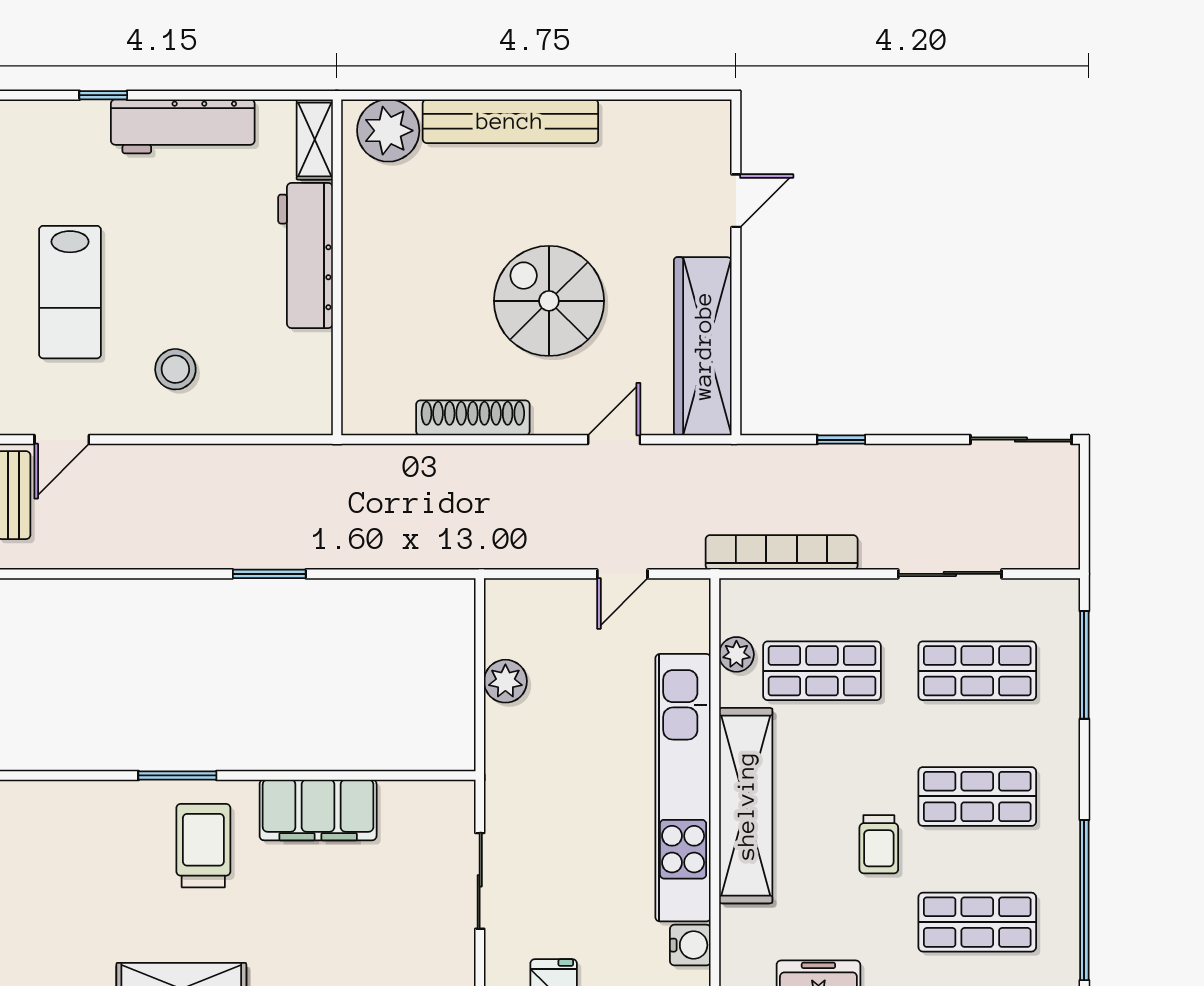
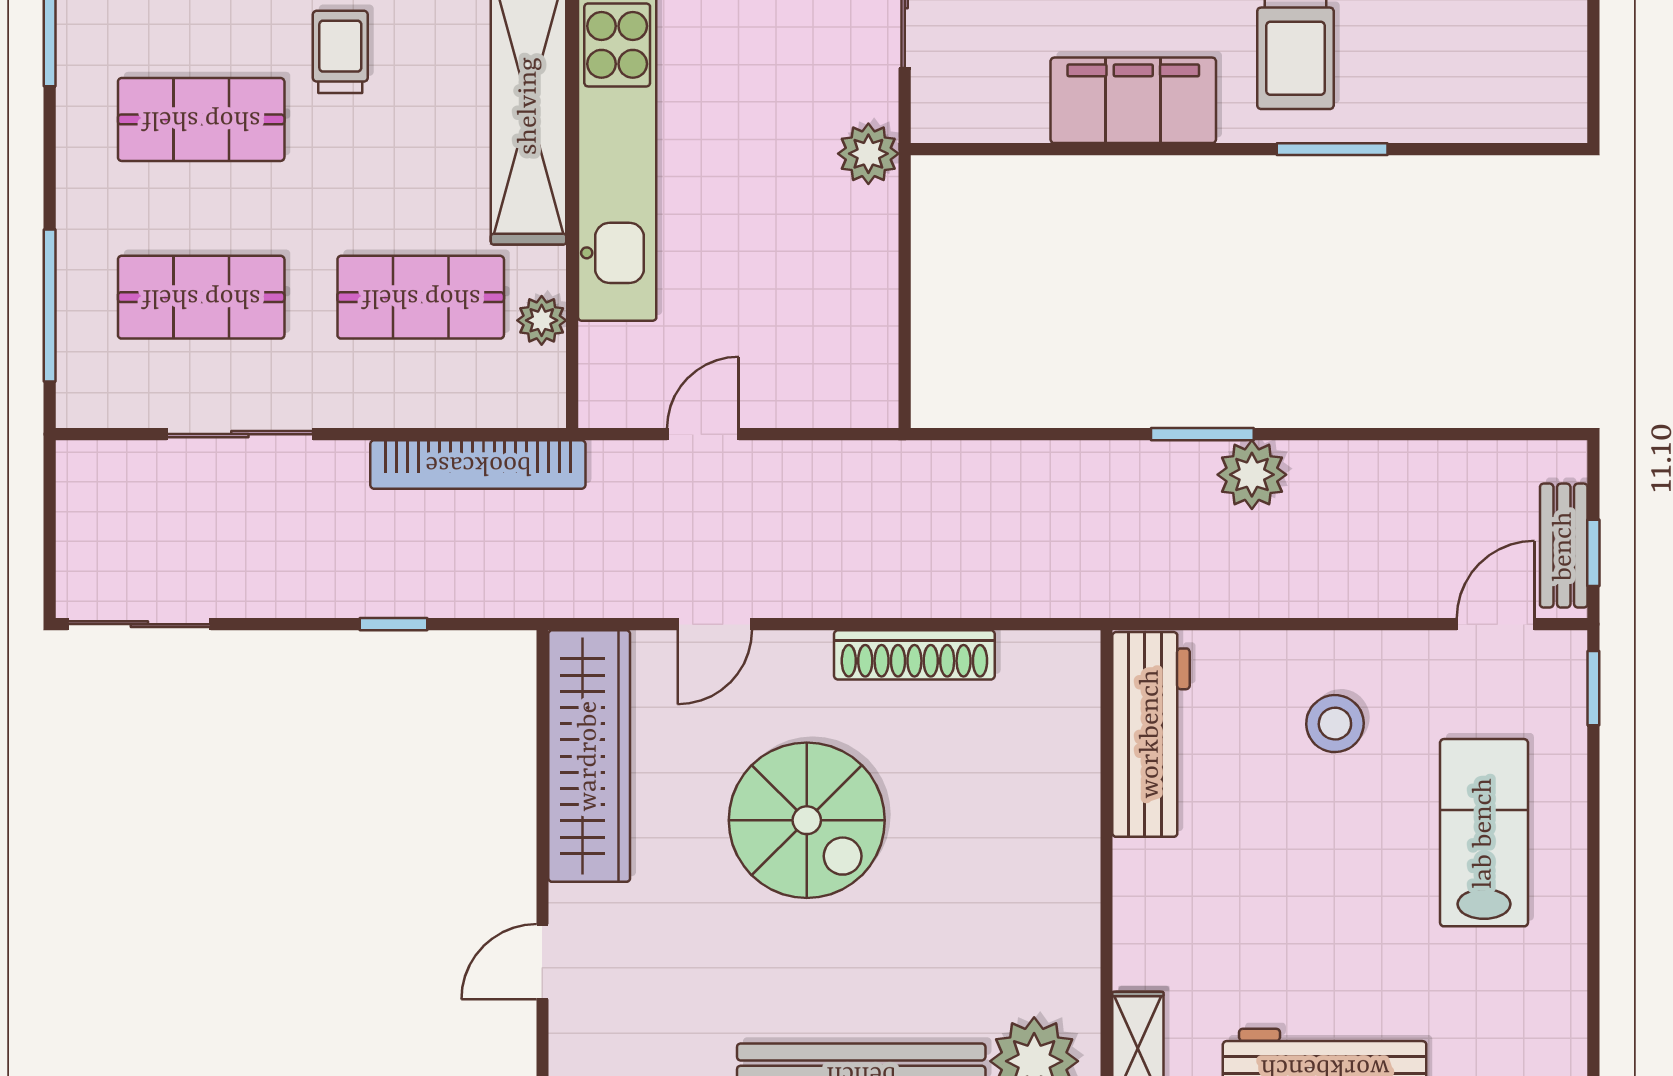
workbench: (306, 255) -> (1151, 734), moved
plant: (234, 545) -> (1252, 475), added
plant: (505, 681) -> (868, 154), moved

